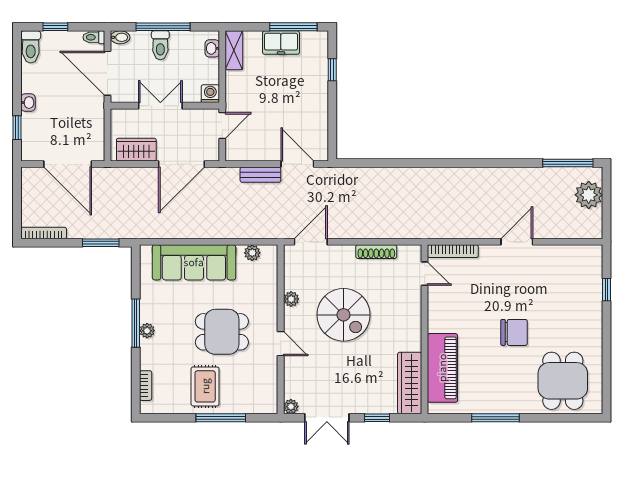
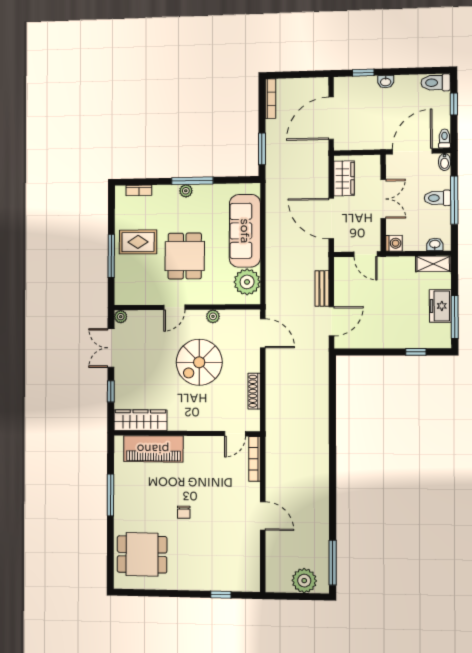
plant: (252, 253) -> (247, 282), width x1.87, depth x1.87
chair: (514, 332) -> (184, 512), width x0.54, depth x0.54

